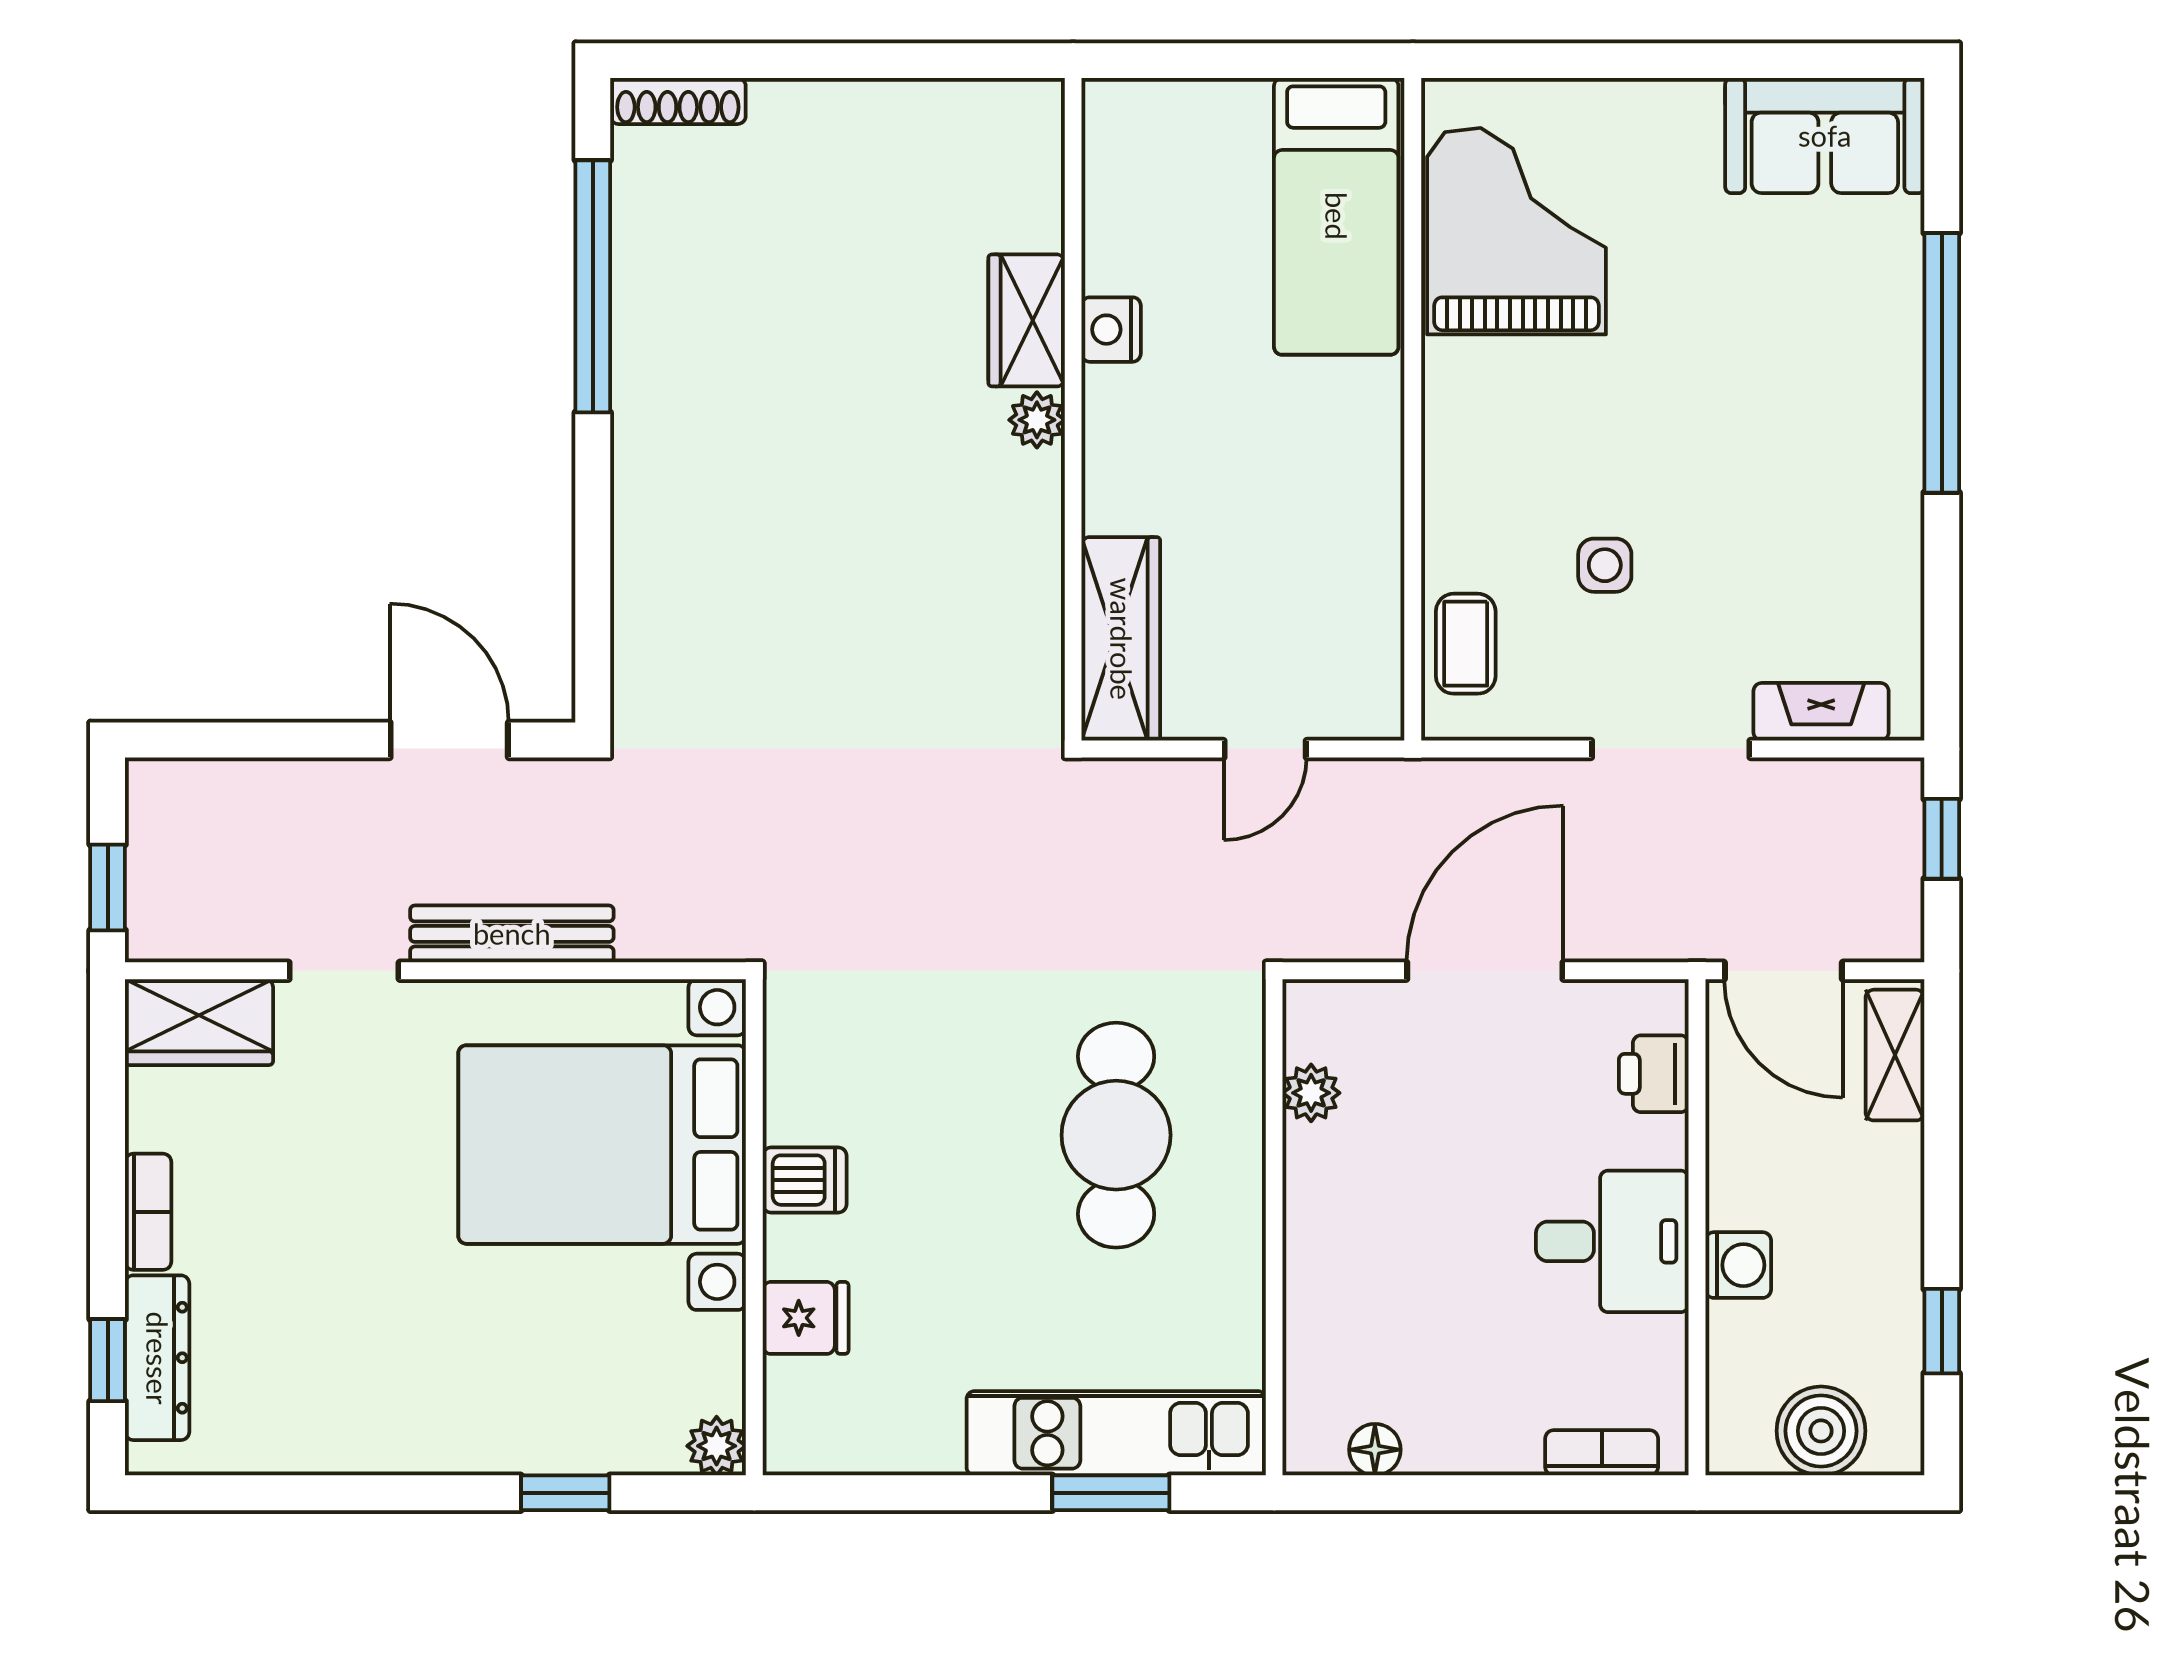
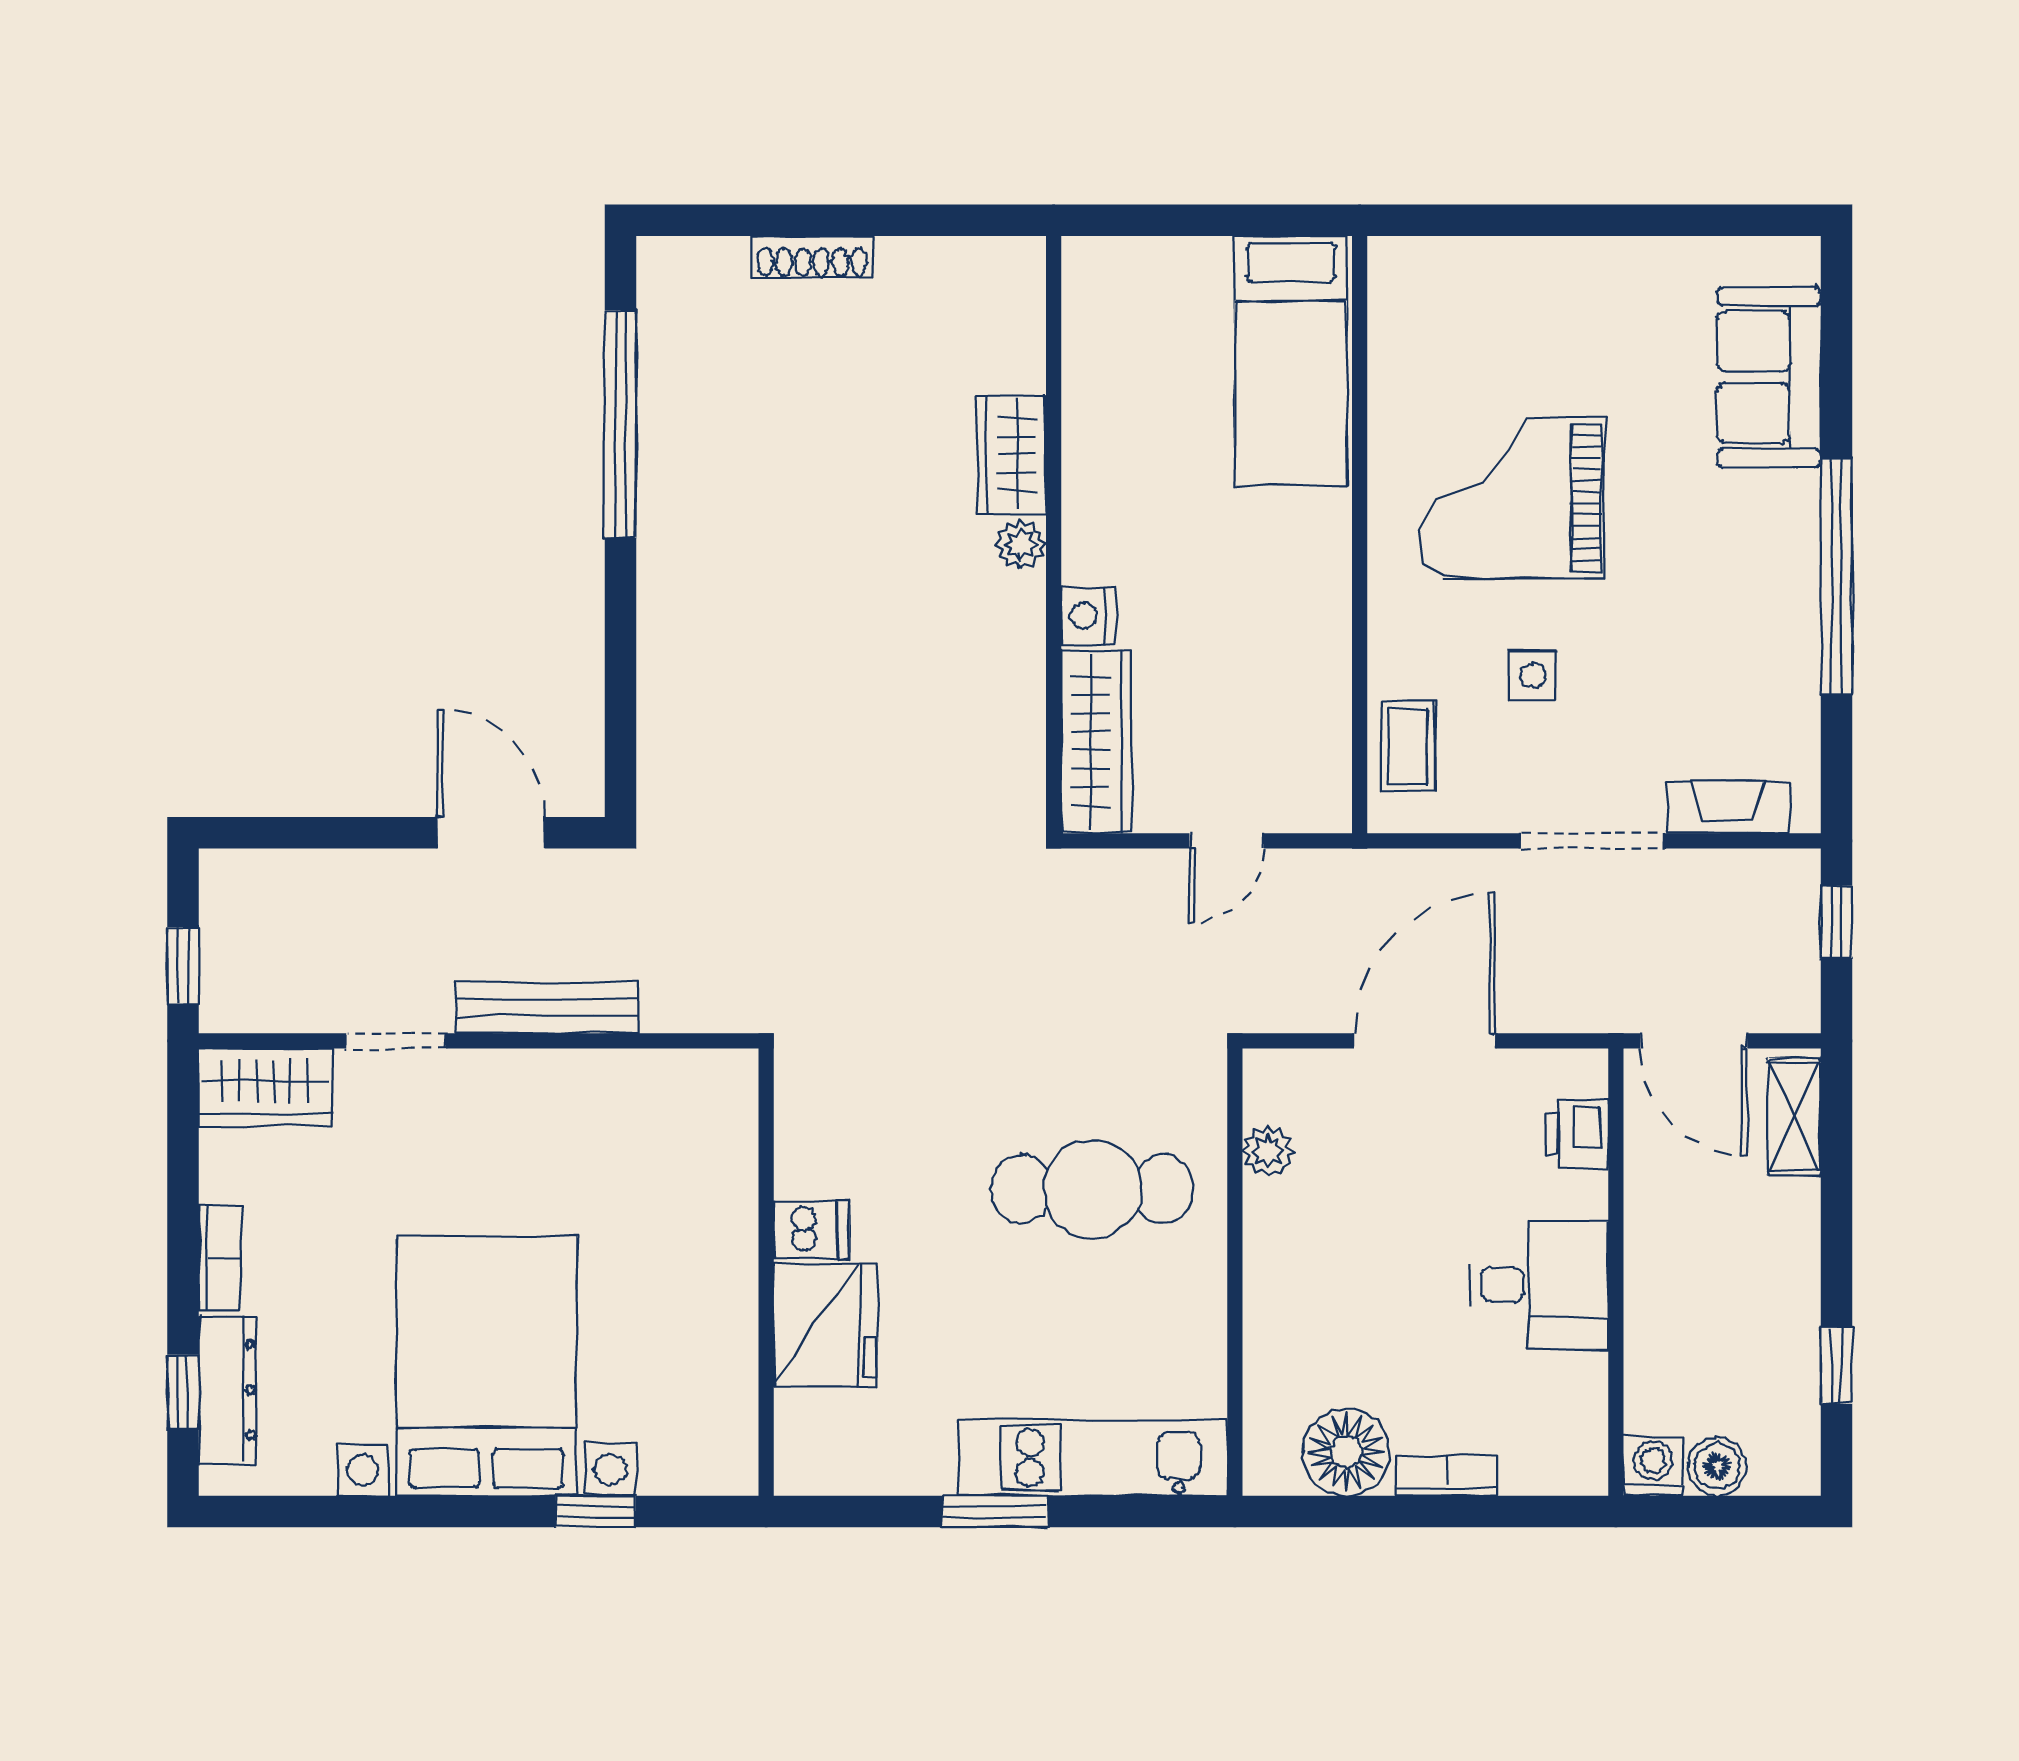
shoe rack: (678, 101) -> (812, 257), moved
sofa: (1825, 136) -> (1769, 377), moved, turned 90
grand piano: (1516, 231) -> (1512, 498), moved, turned -90
nightstand: (1111, 330) -> (1088, 616), moved
window: (1942, 363) -> (1837, 576), moved
cafe table: (1116, 1135) -> (1092, 1189), turned 90
bed with nightstands: (602, 1145) -> (487, 1366), moved, turned 90
washing machine: (1738, 1265) -> (1653, 1466), moved, turned -90
fridge: (806, 1318) -> (825, 1325), width x1.88, depth x1.34
boiler: (1821, 1431) -> (1717, 1466), width x0.73, depth x0.73
plant: (717, 1446) -> (732, 1469), removed
floor lamp: (1375, 1450) -> (1346, 1452), width x1.89, depth x1.89
bookcase: (1602, 1453) -> (1446, 1475), moved
window: (1111, 1493) -> (995, 1511), moved

